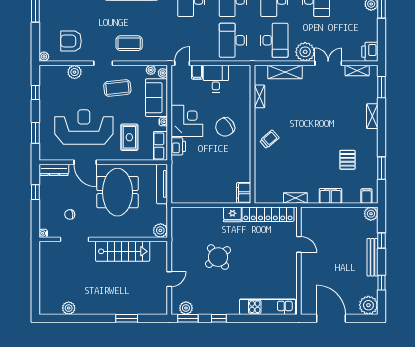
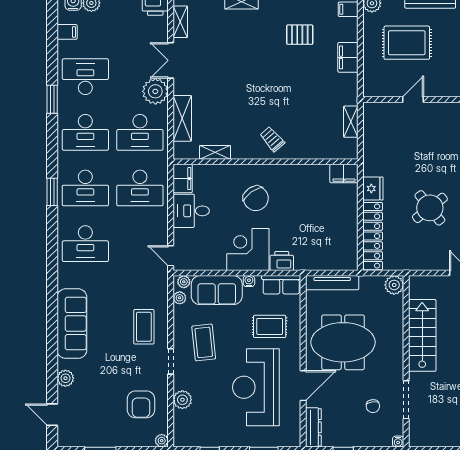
desk: (274, 40) -> (140, 132), turned 180
filing cabinet: (197, 72) -> (183, 179), moved, width x2.00
shelving: (295, 198) -> (351, 122), moved
locker: (268, 214) -> (373, 236), moved
rug: (341, 240) -> (407, 43), added

